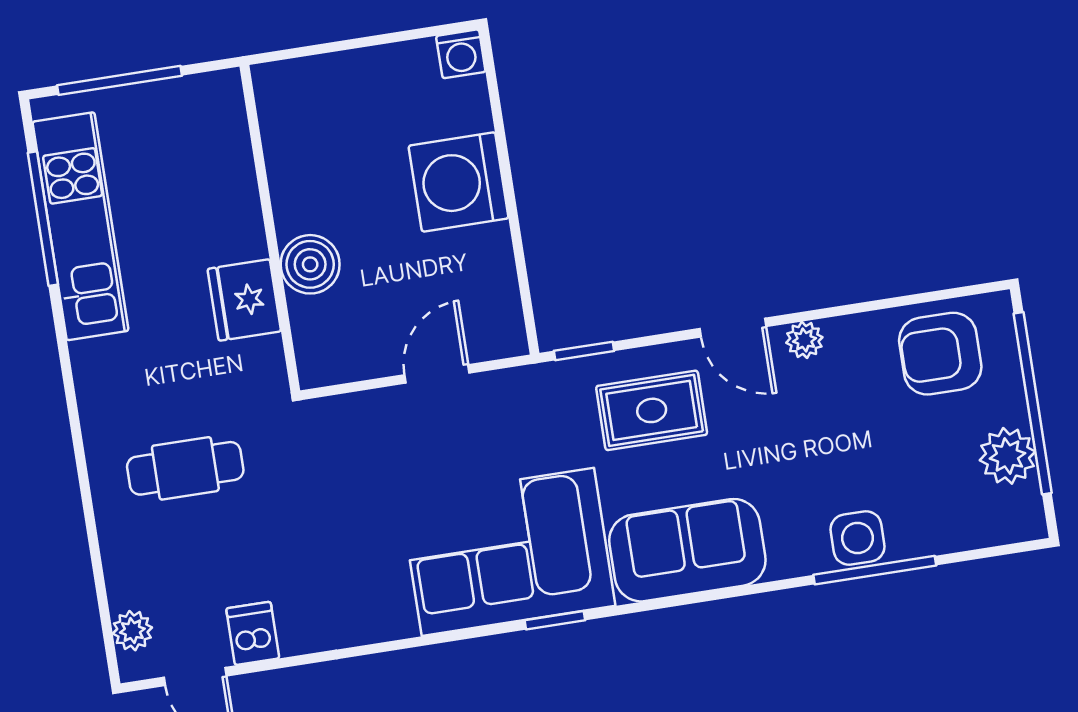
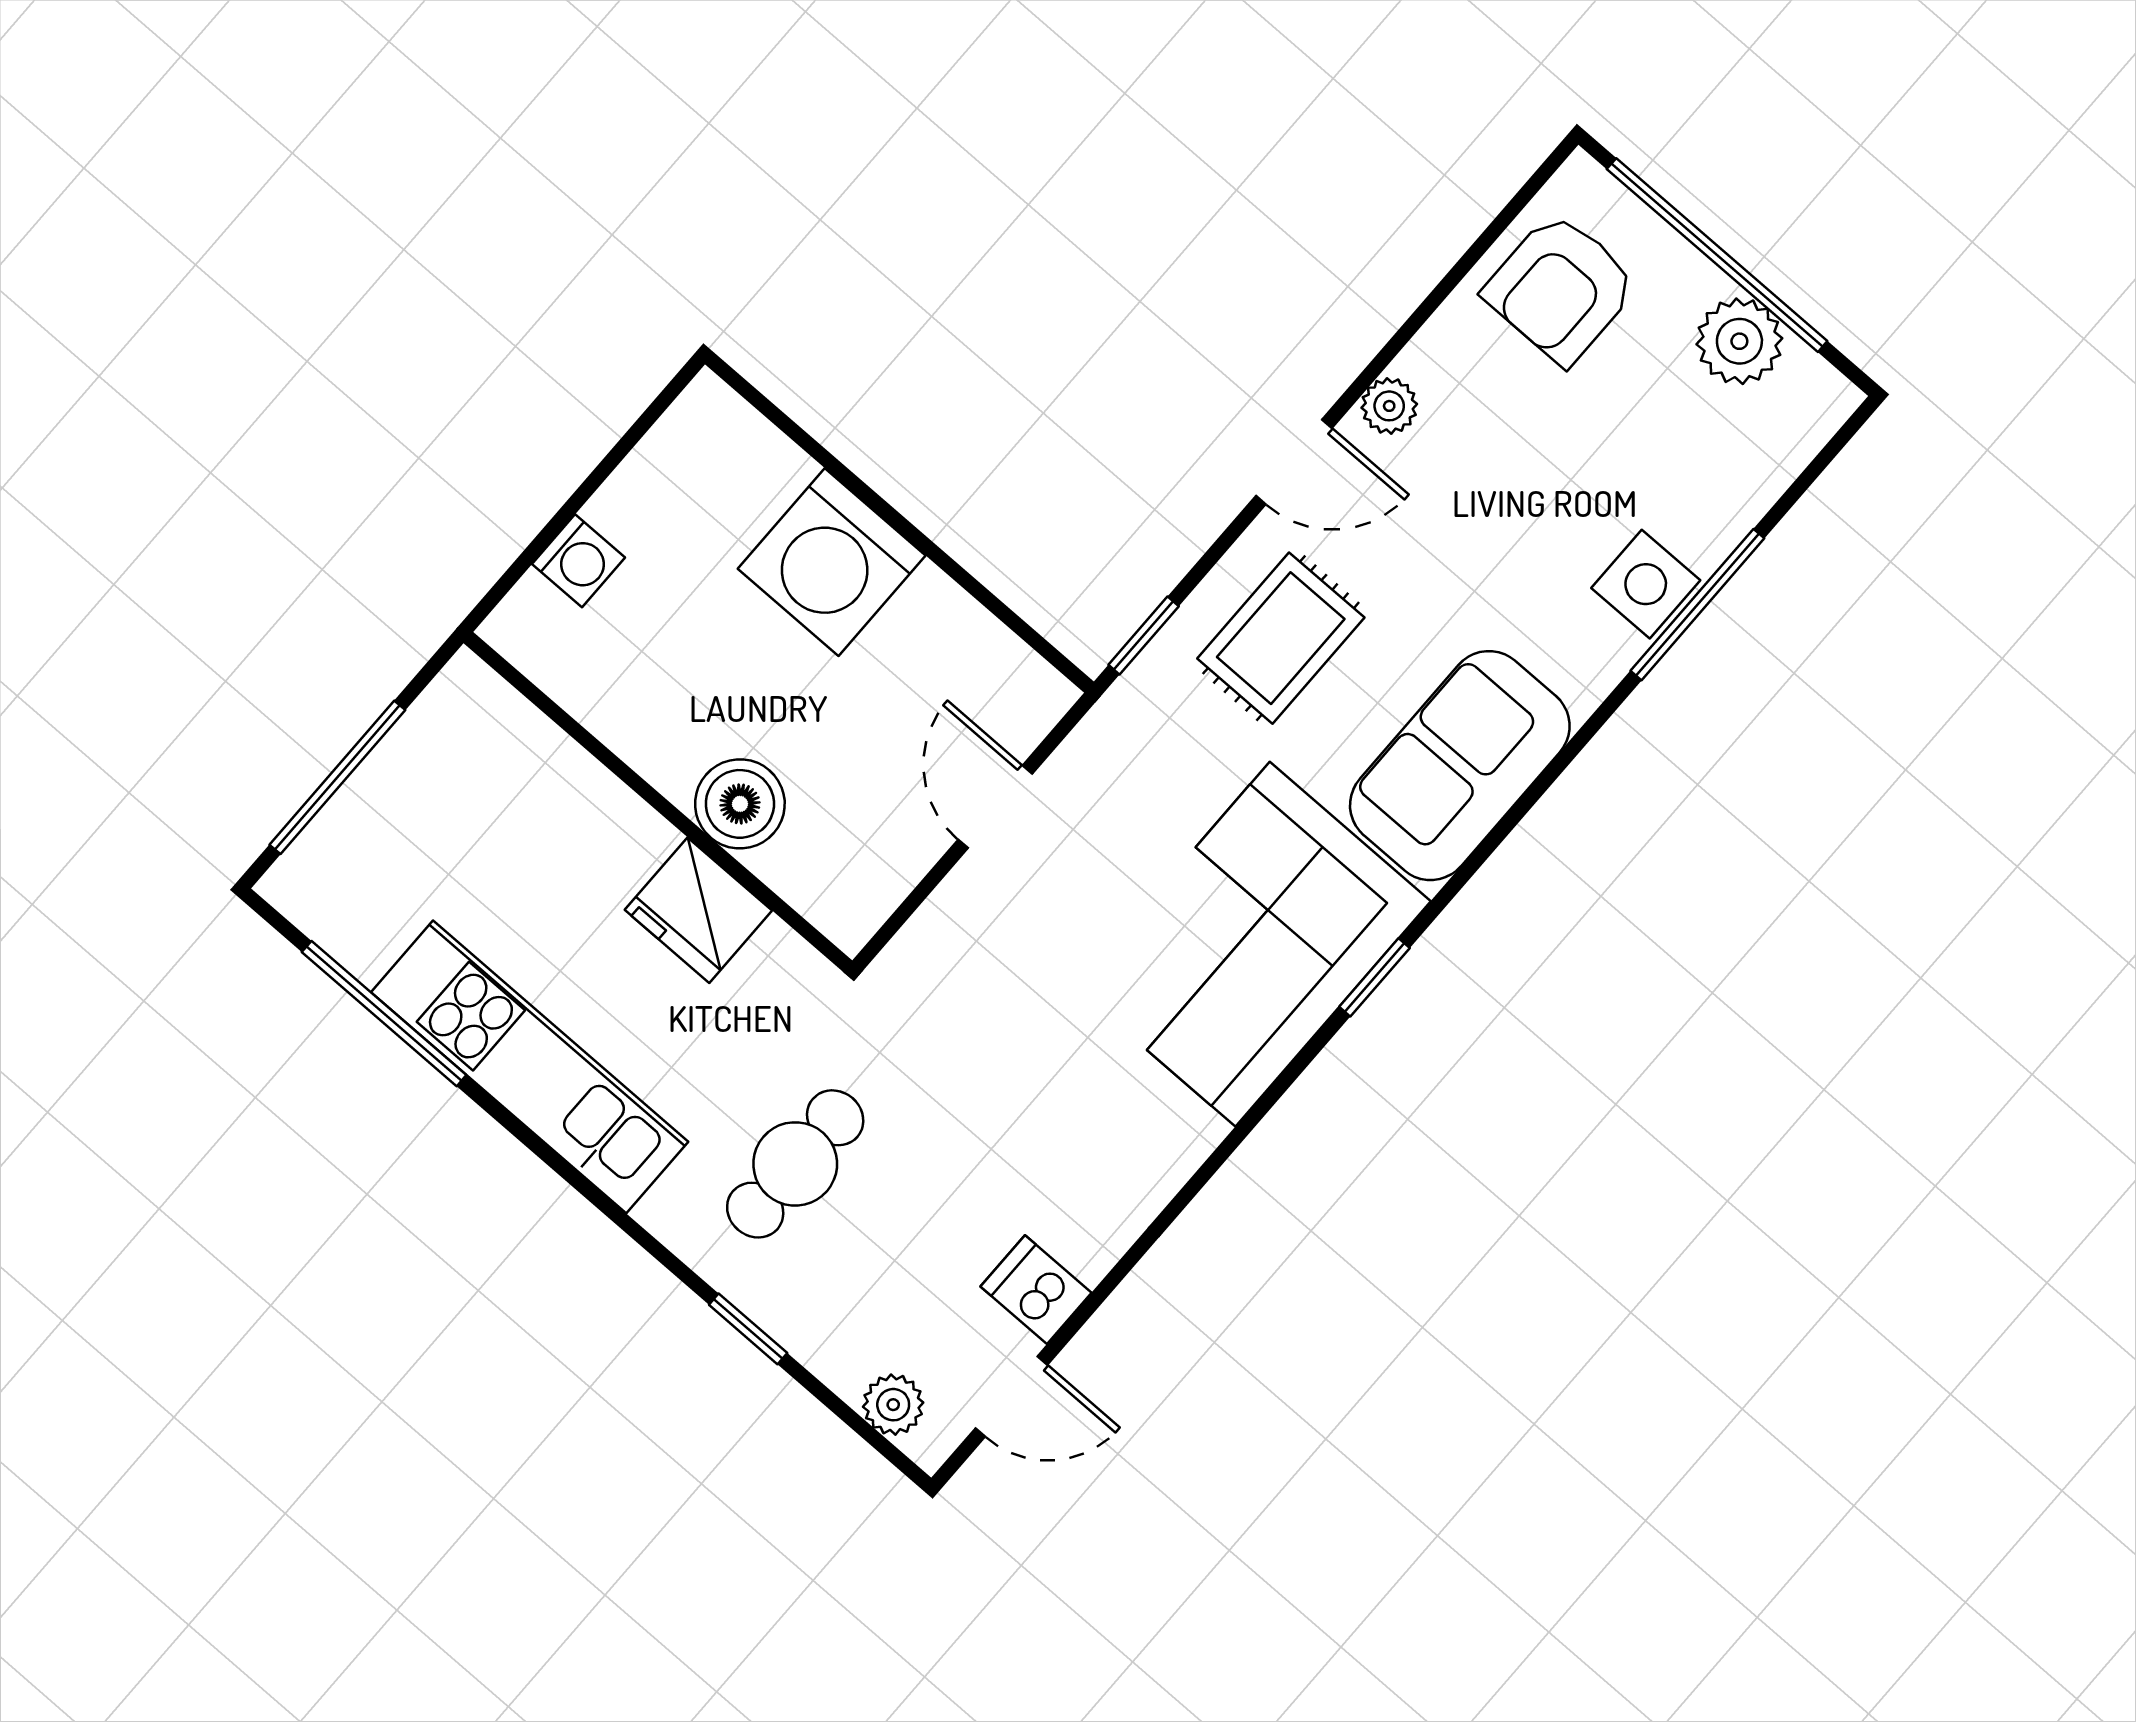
washing machine: (461, 54) -> (579, 561), moved
kitchen unit: (81, 226) -> (530, 1067), moved
window: (92, 531) -> (748, 1329), added

